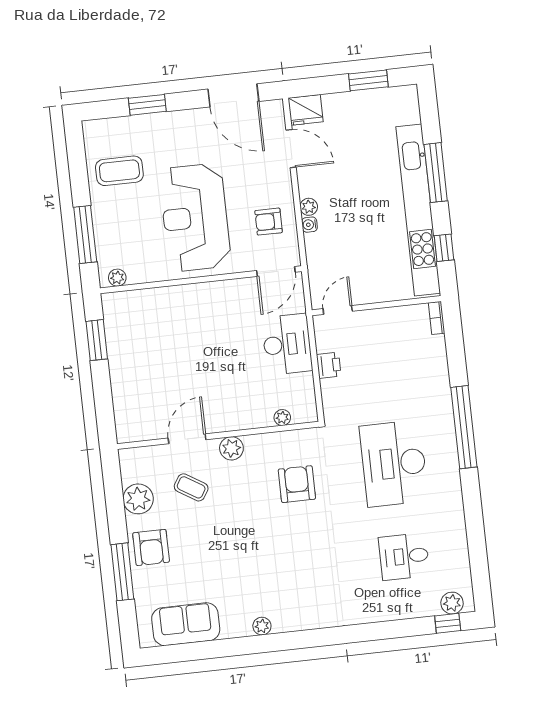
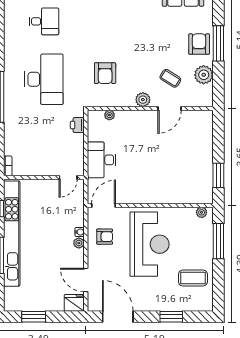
printer: (329, 365) -> (77, 125), moved
window: (122, 572) -> (218, 43), moved

